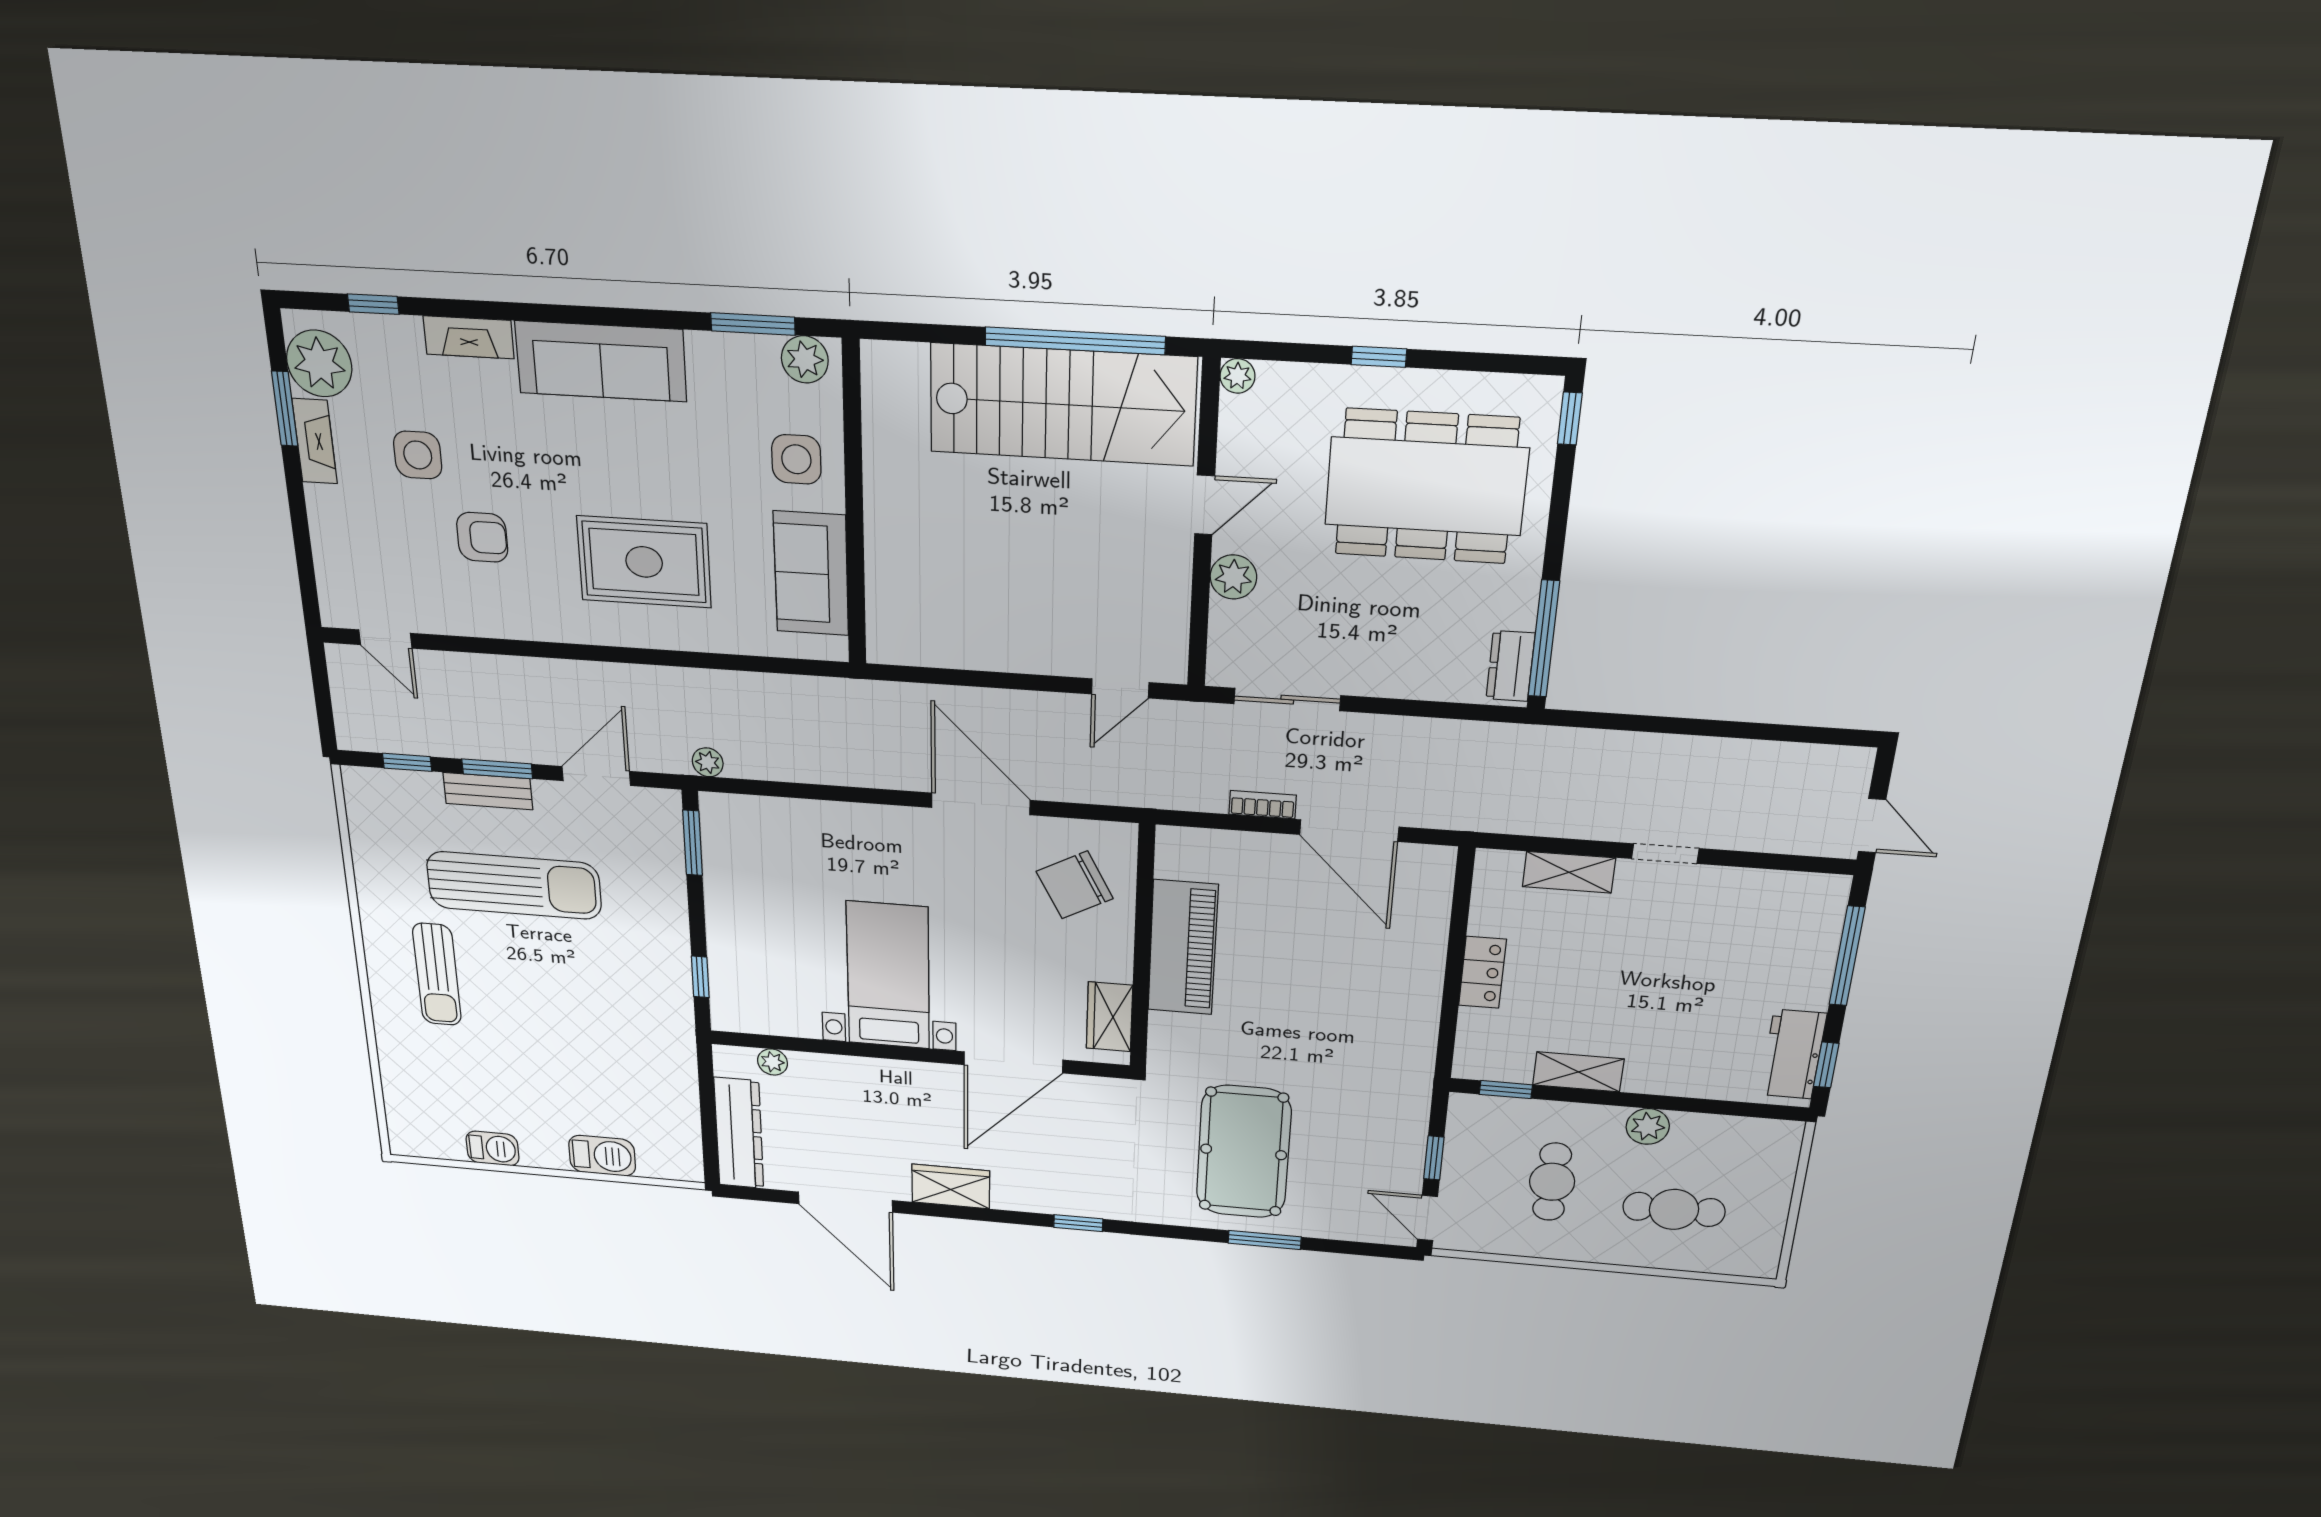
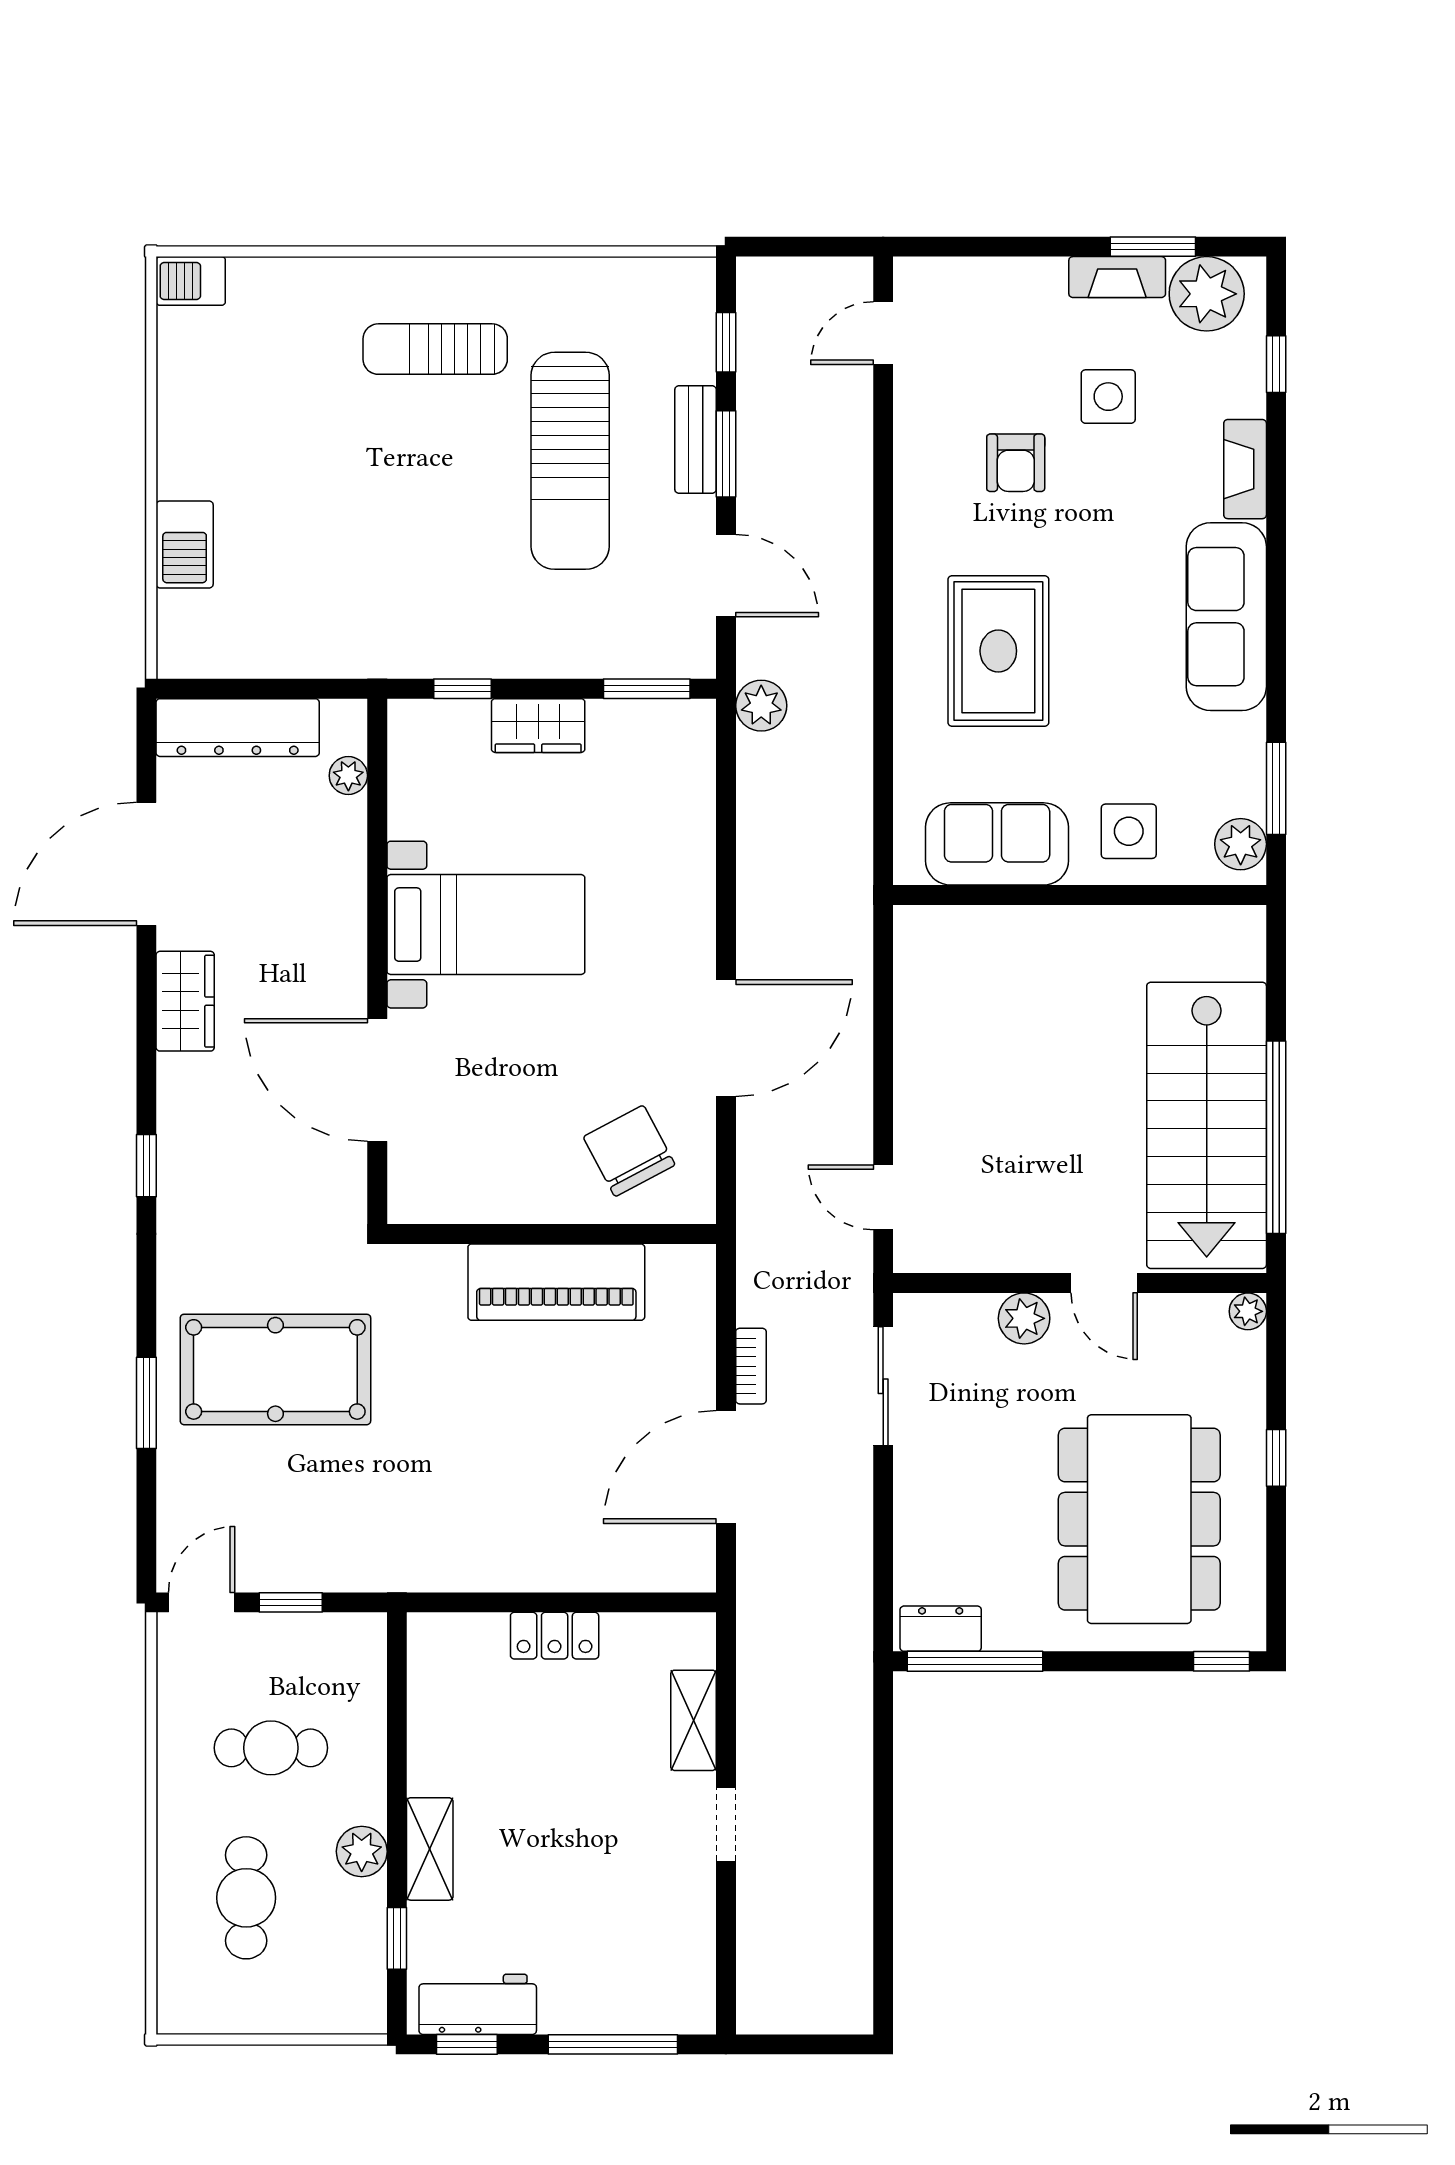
plant: (708, 762) -> (761, 706), width x1.38, depth x1.38
door: (1872, 826) -> (779, 2044), removed
wardrobe: (1109, 1017) -> (538, 726), moved, turned 180
shelving: (1578, 1072) -> (430, 1849), moved
window: (1506, 1090) -> (397, 1938), moved
barbecue: (493, 1148) -> (191, 281), moved, turned 90

